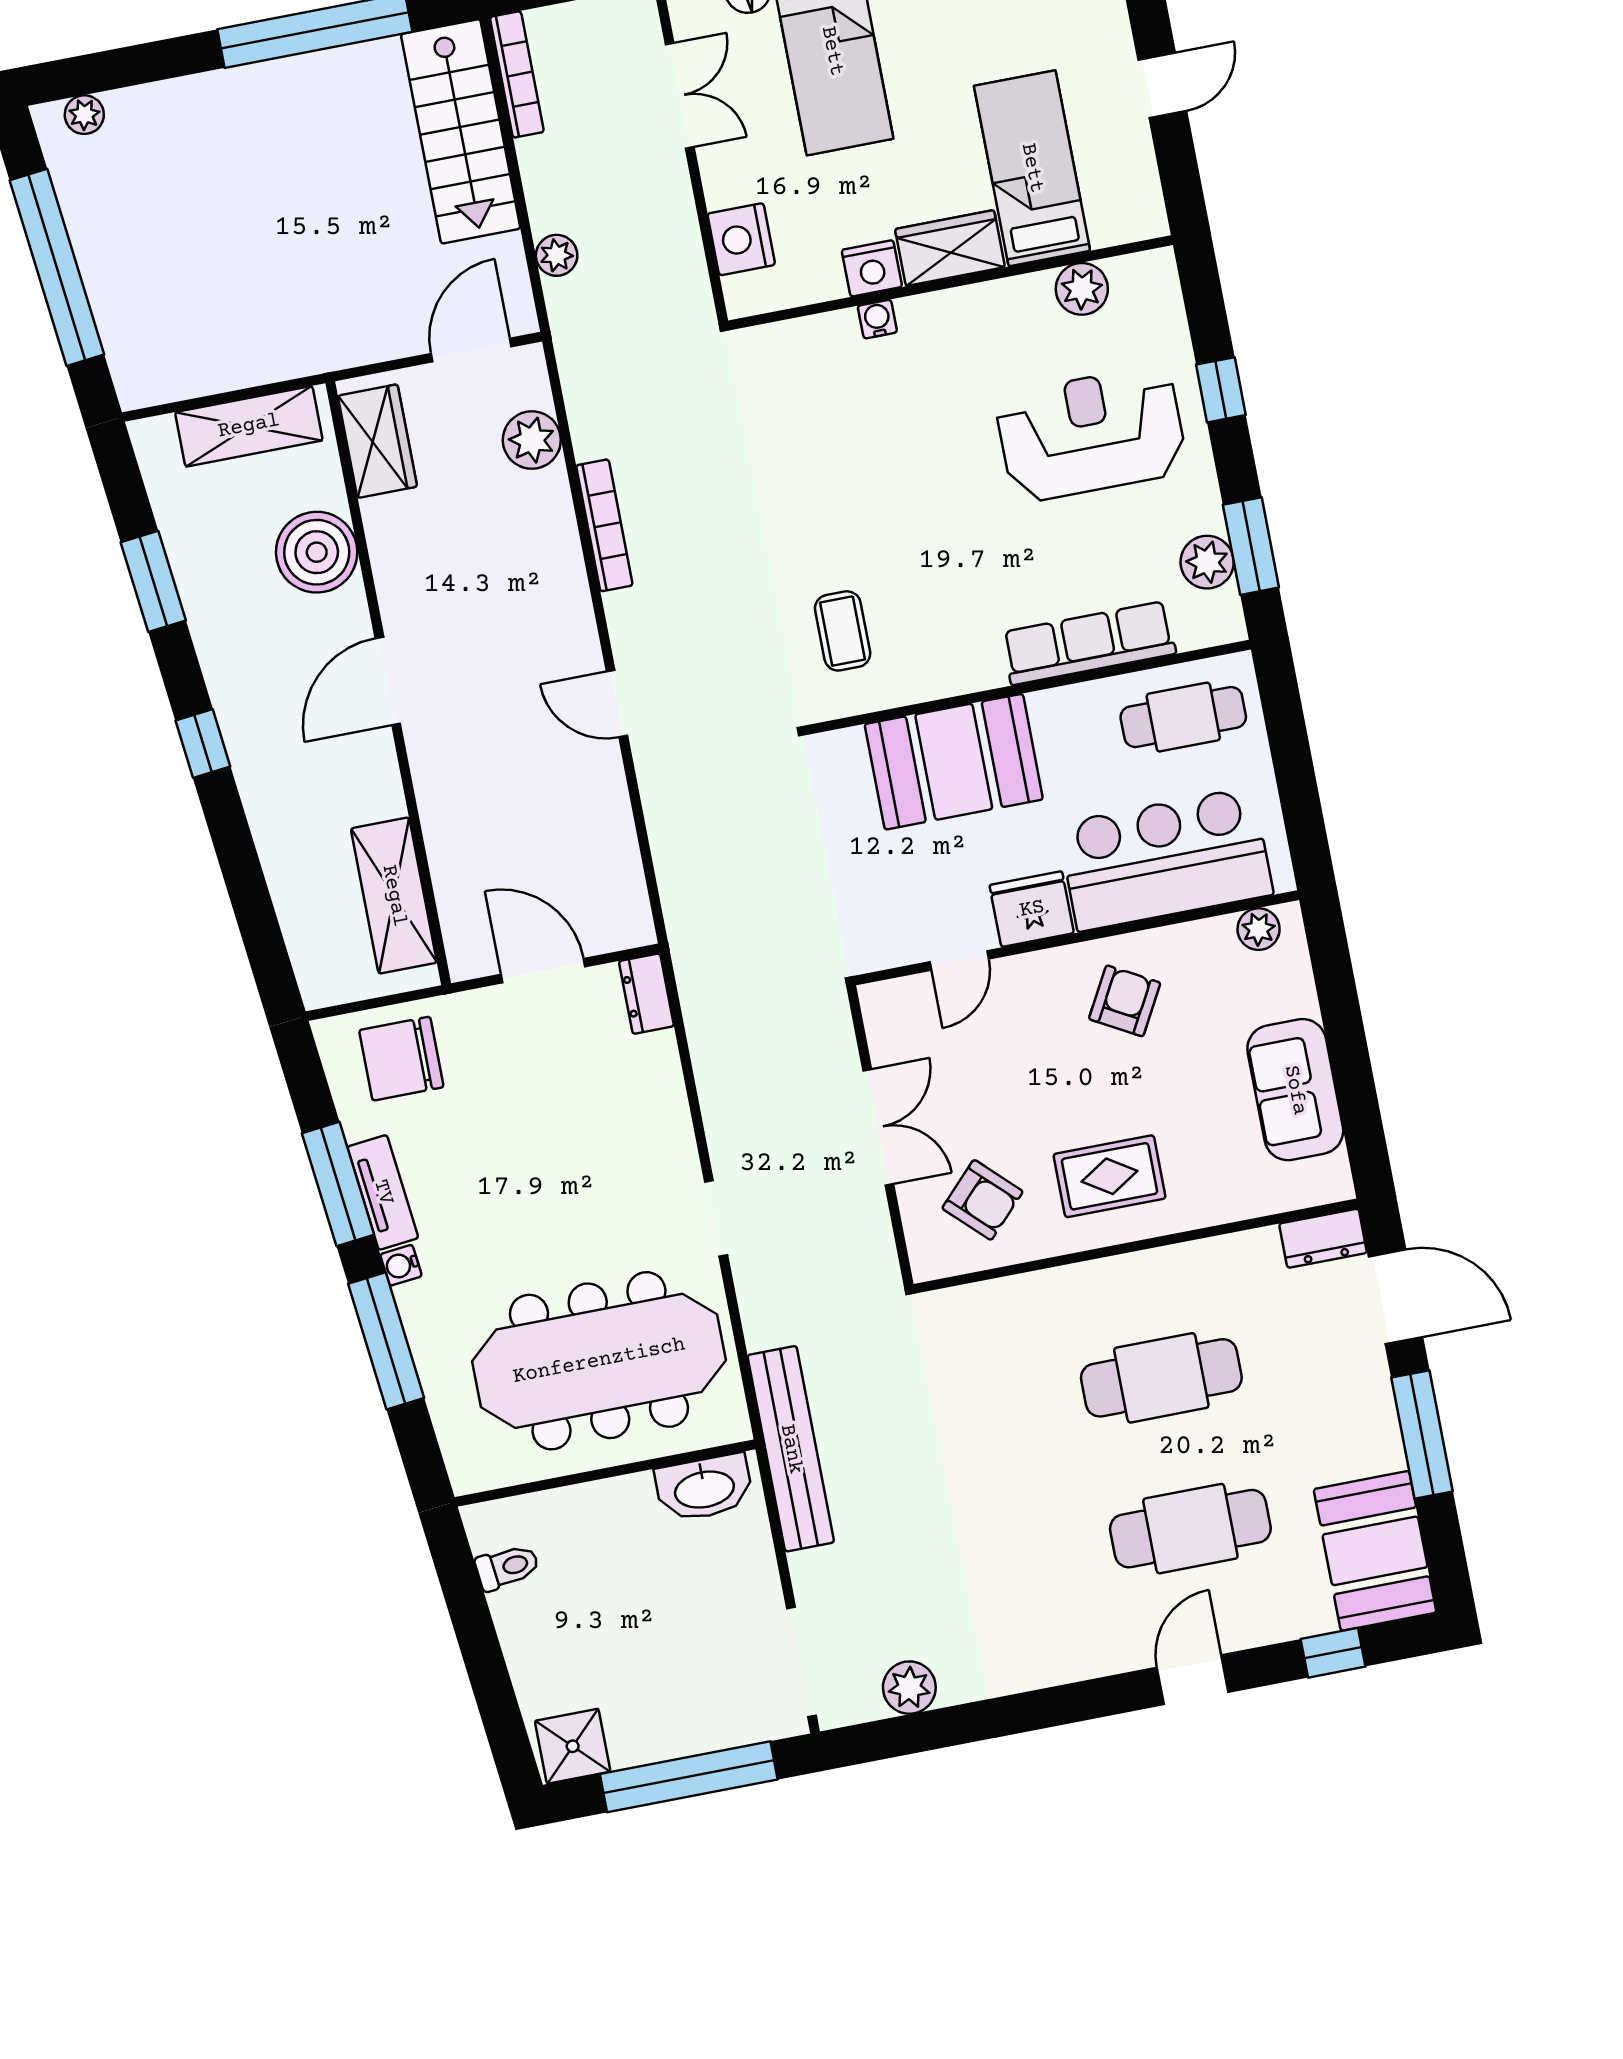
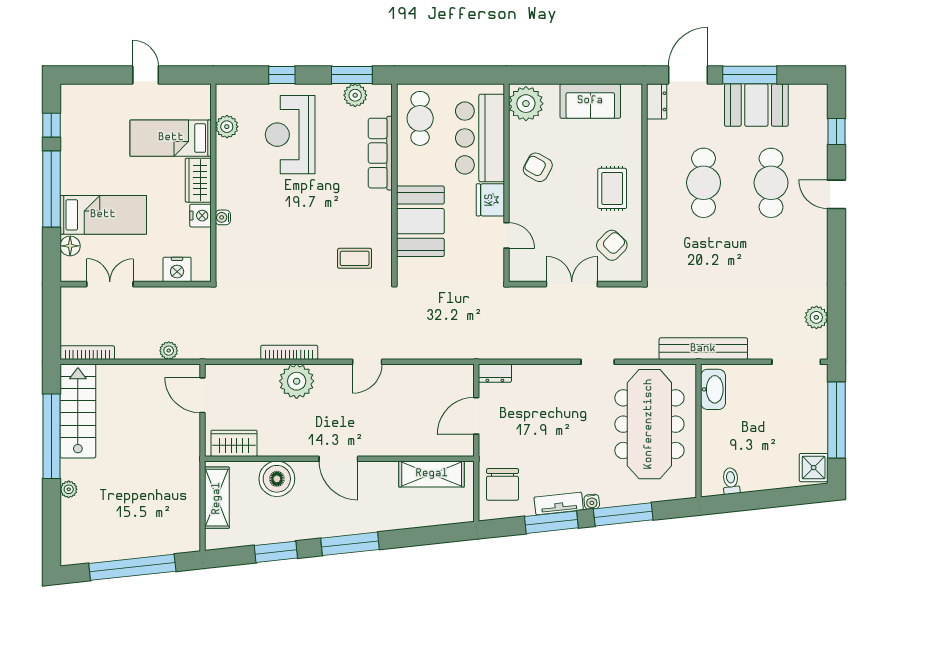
plant: (84, 115) -> (69, 489), moved
stairs: (461, 131) -> (78, 411), moved, turned -90
plant: (532, 440) -> (297, 381), moved, width x1.36, depth x1.36
window: (203, 744) -> (350, 544), width x2.17
plant: (1259, 929) -> (526, 104), width x1.87, depth x1.87
booth: (1375, 1551) -> (756, 105), moved

